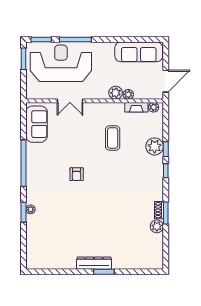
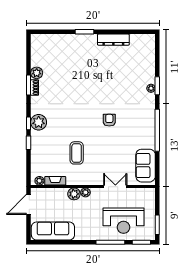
reception desk: (61, 63) -> (123, 221), width x0.74, depth x0.77
plant: (128, 94) -> (85, 192), moved
plant: (155, 146) -> (39, 122), moved
dresser: (94, 263) -> (113, 40), moved

